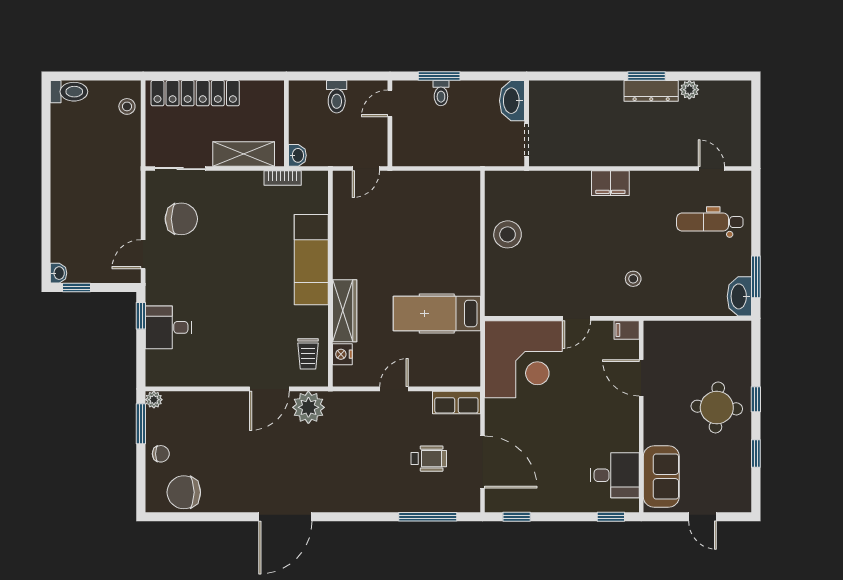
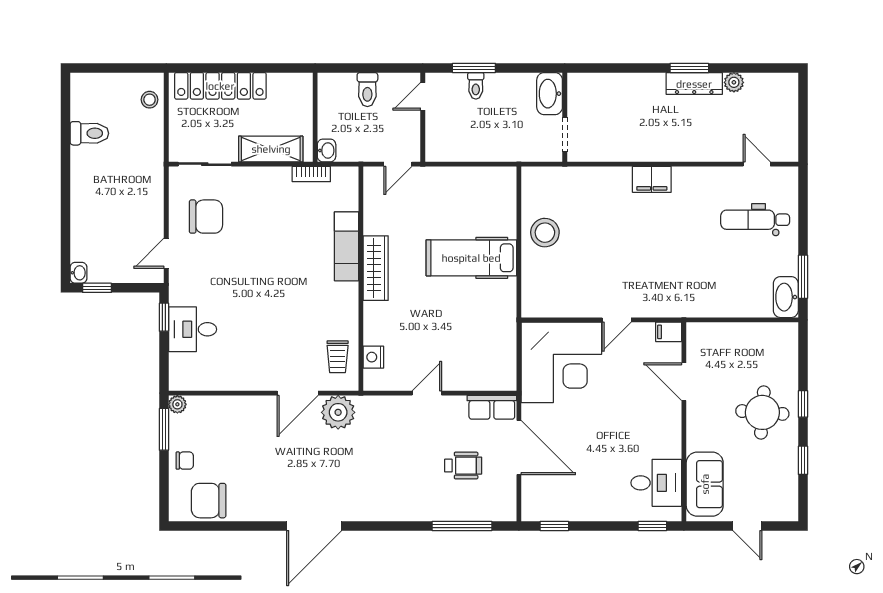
toilet: (69, 92) -> (89, 133), moved
exam couch: (311, 260) -> (347, 246), width x0.73, depth x0.69
stool: (633, 279) -> (675, 279), removed
wardrobe: (345, 311) -> (376, 268), moved
hospital bed: (437, 313) -> (471, 258), moved
door: (483, 462) -> (519, 448), moved

